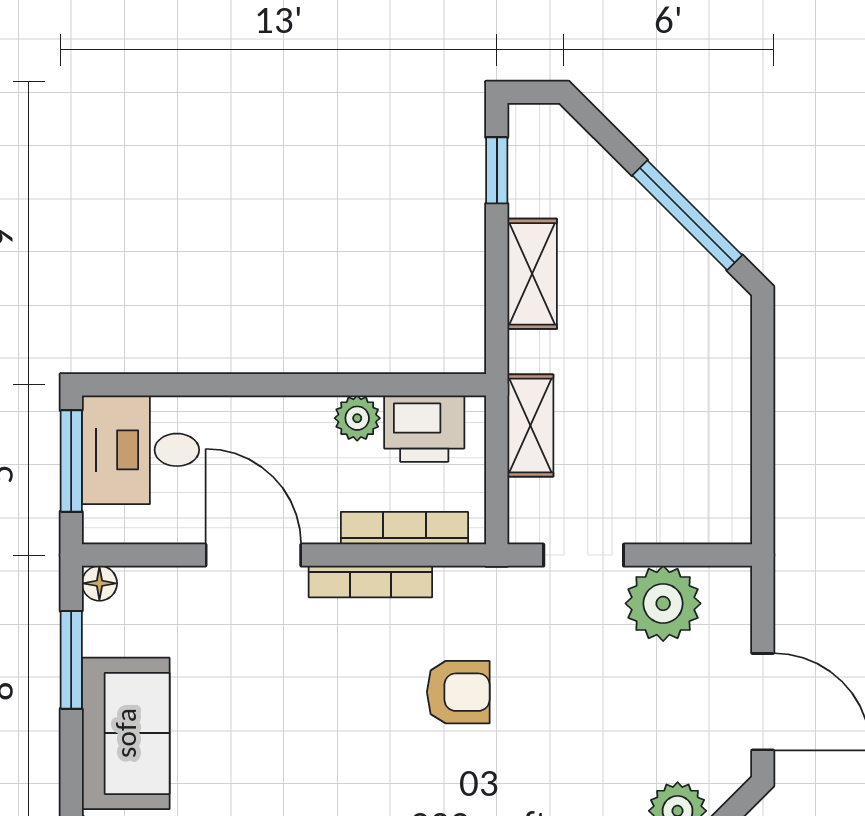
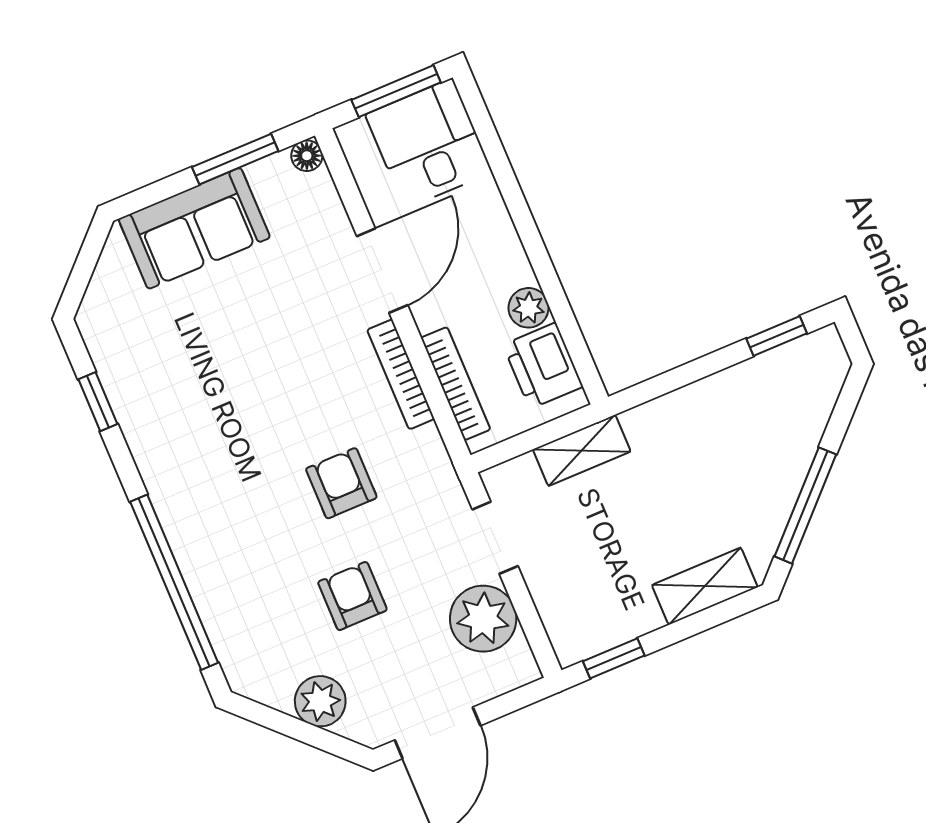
shelving: (532, 274) -> (705, 586), moved
window: (763, 484) -> (614, 658), added
armchair: (458, 692) -> (341, 483), turned 180
armchair: (581, 730) -> (352, 596), added

